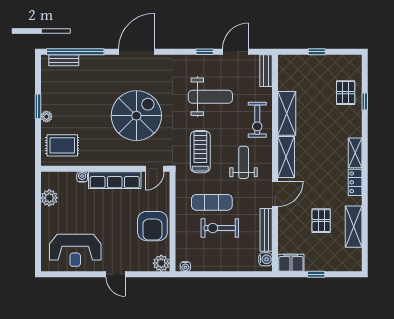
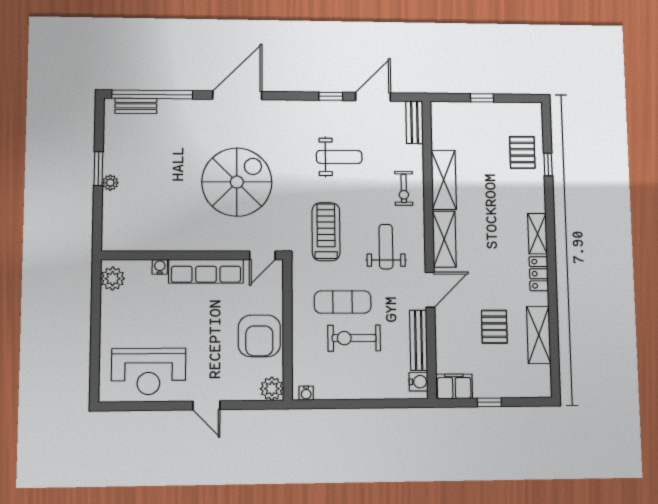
weight bench: (210, 97) -> (339, 157), width x0.73, depth x0.75
exercise bike: (257, 120) -> (404, 188), width x0.73, depth x0.72
rug: (62, 145) -> (132, 223), removed
plant: (49, 198) -> (113, 279), moved

